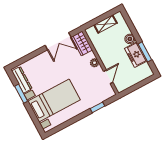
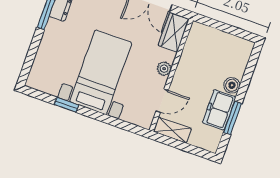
shelving: (105, 24) -> (172, 130), moved
bed with nightstands: (54, 101) -> (101, 72), moved, turned -90
window: (98, 107) -> (66, 105), moved

